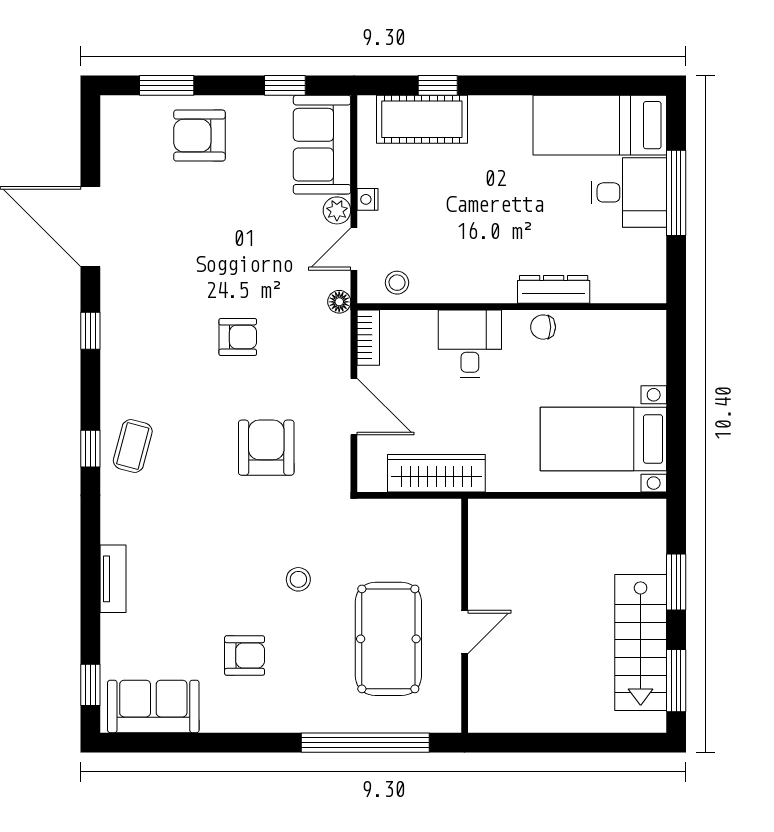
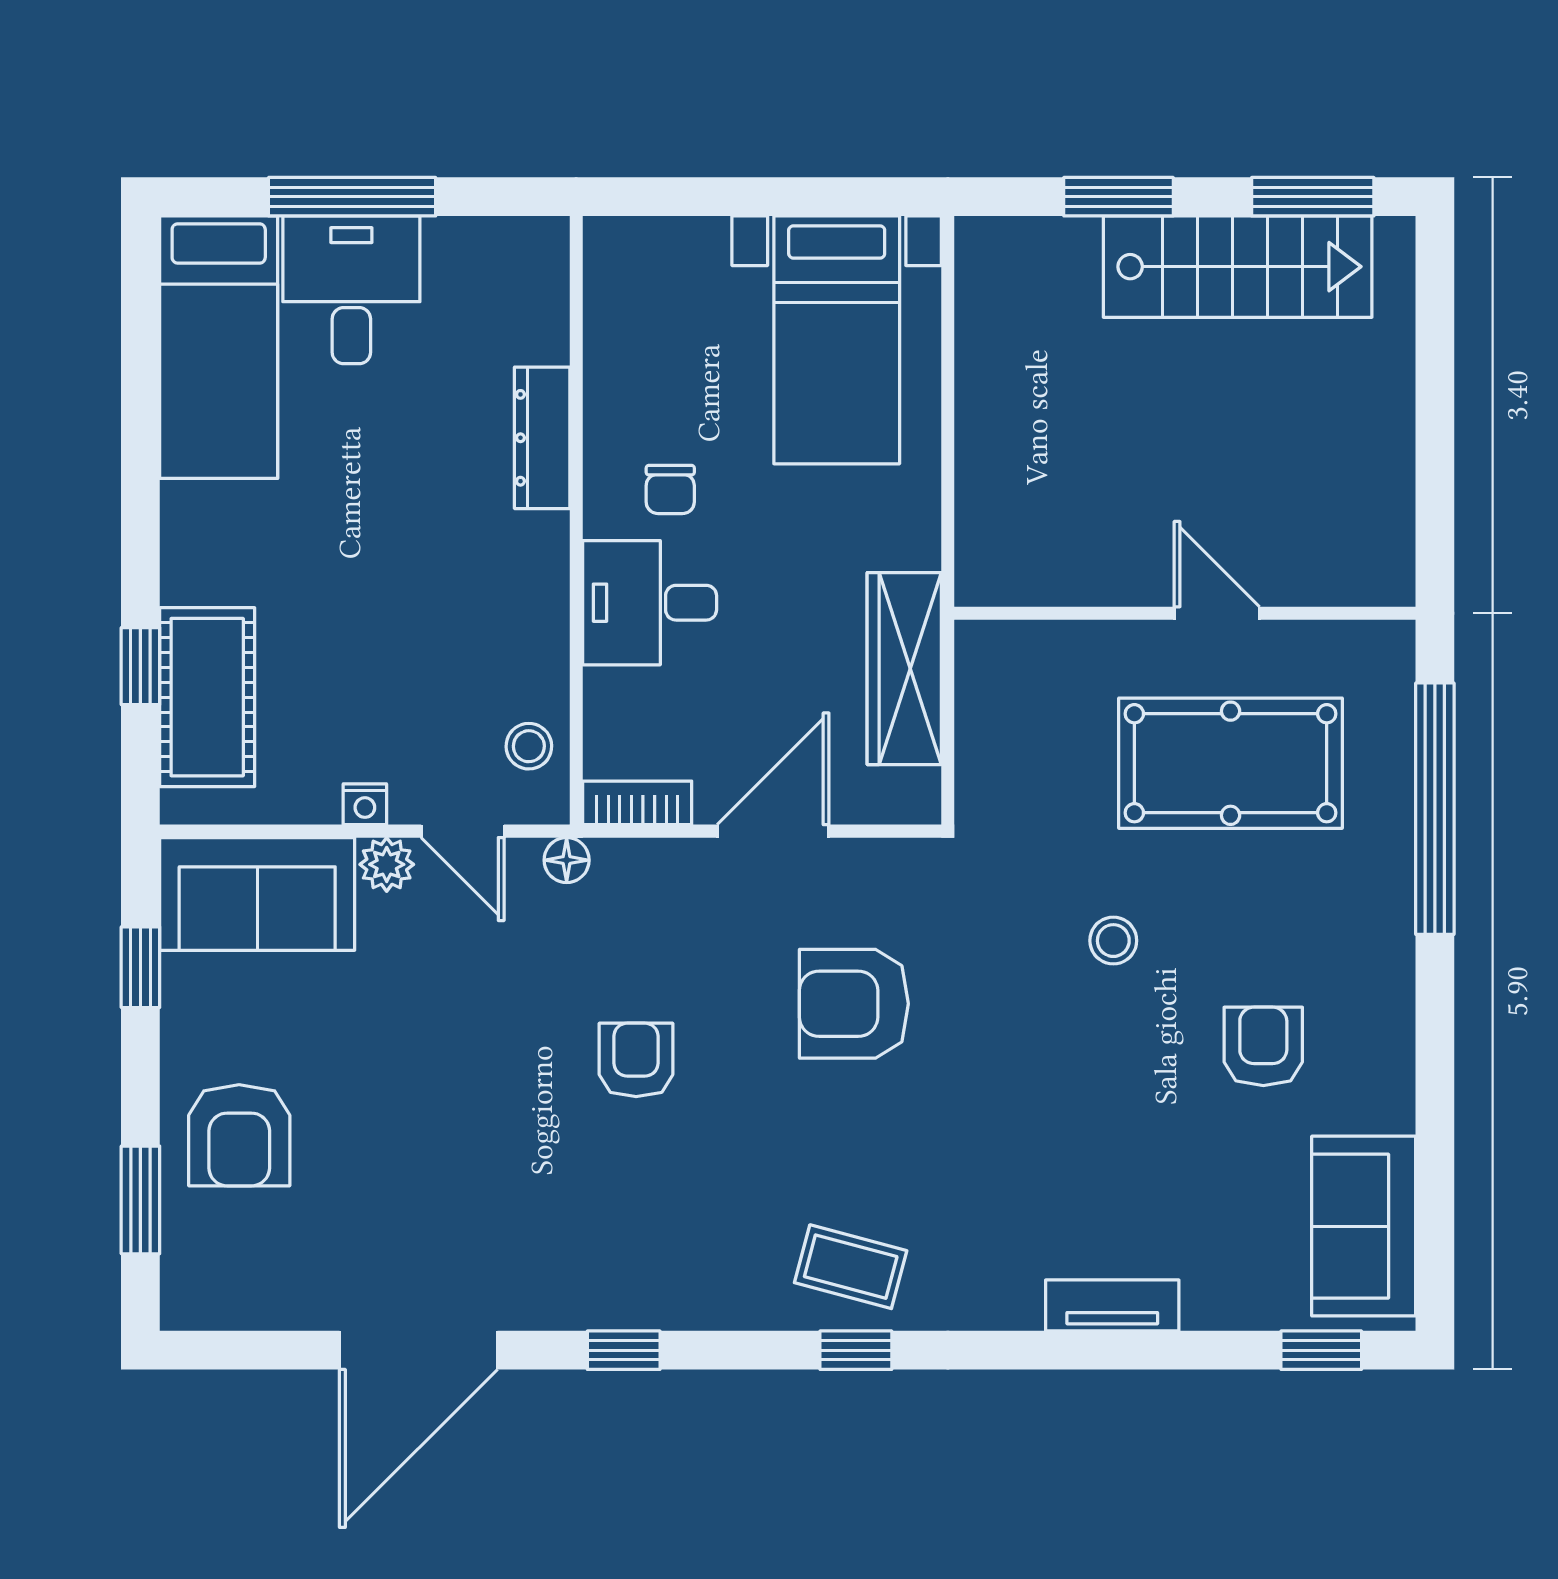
chair: (543, 327) -> (670, 489), moved

